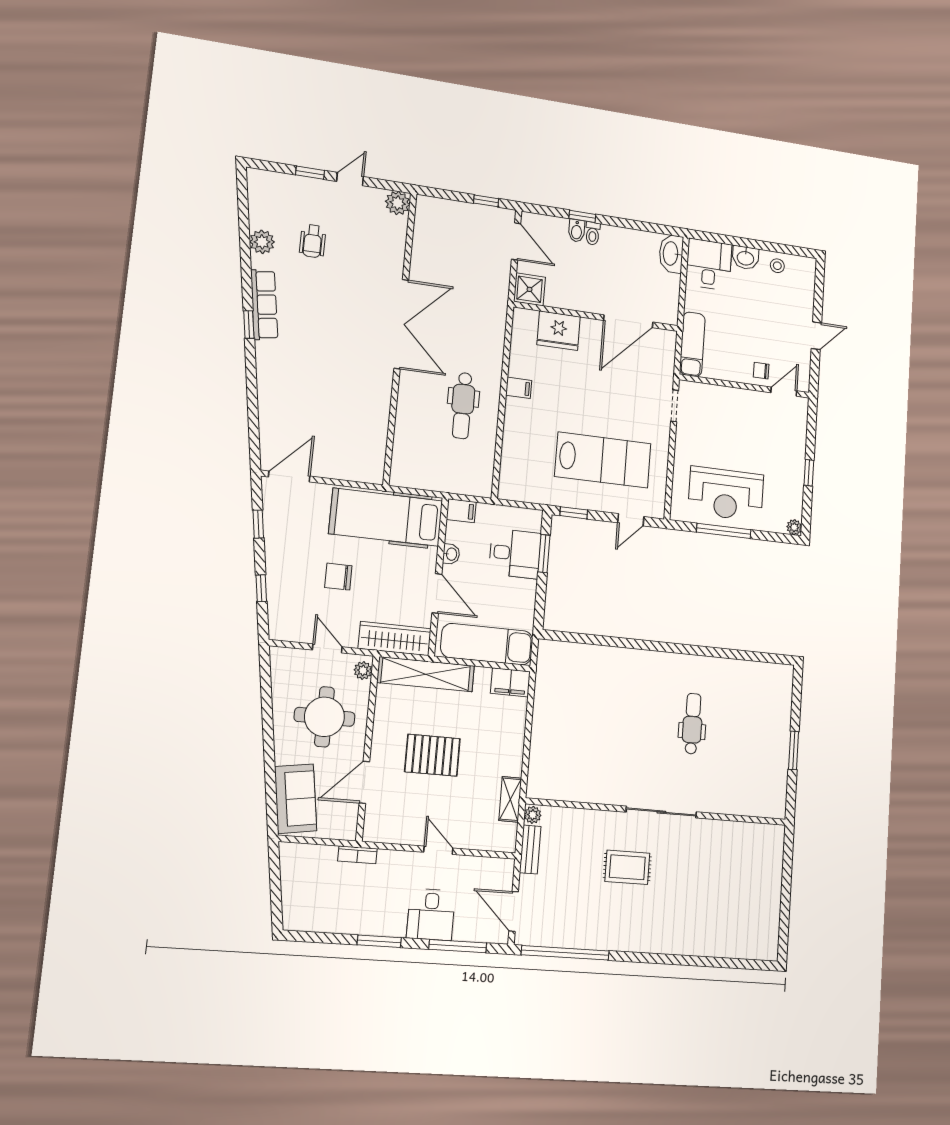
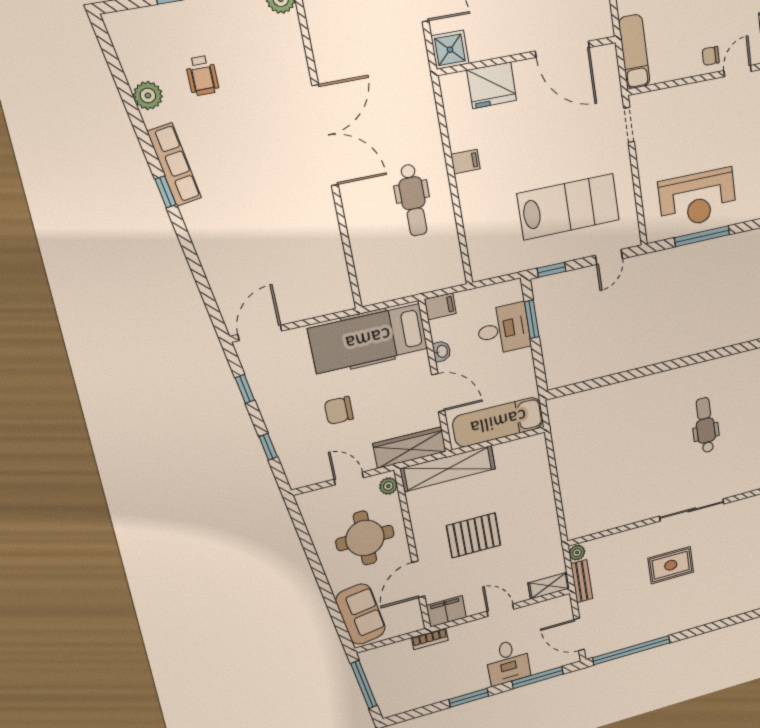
door: (628, 321) -> (562, 49), hinge flipped
filing cabinet: (510, 682) -> (446, 611), moved, turned 180
shelving: (510, 799) -> (549, 586), moved, turned 90
window: (275, 881) -> (364, 685), added

